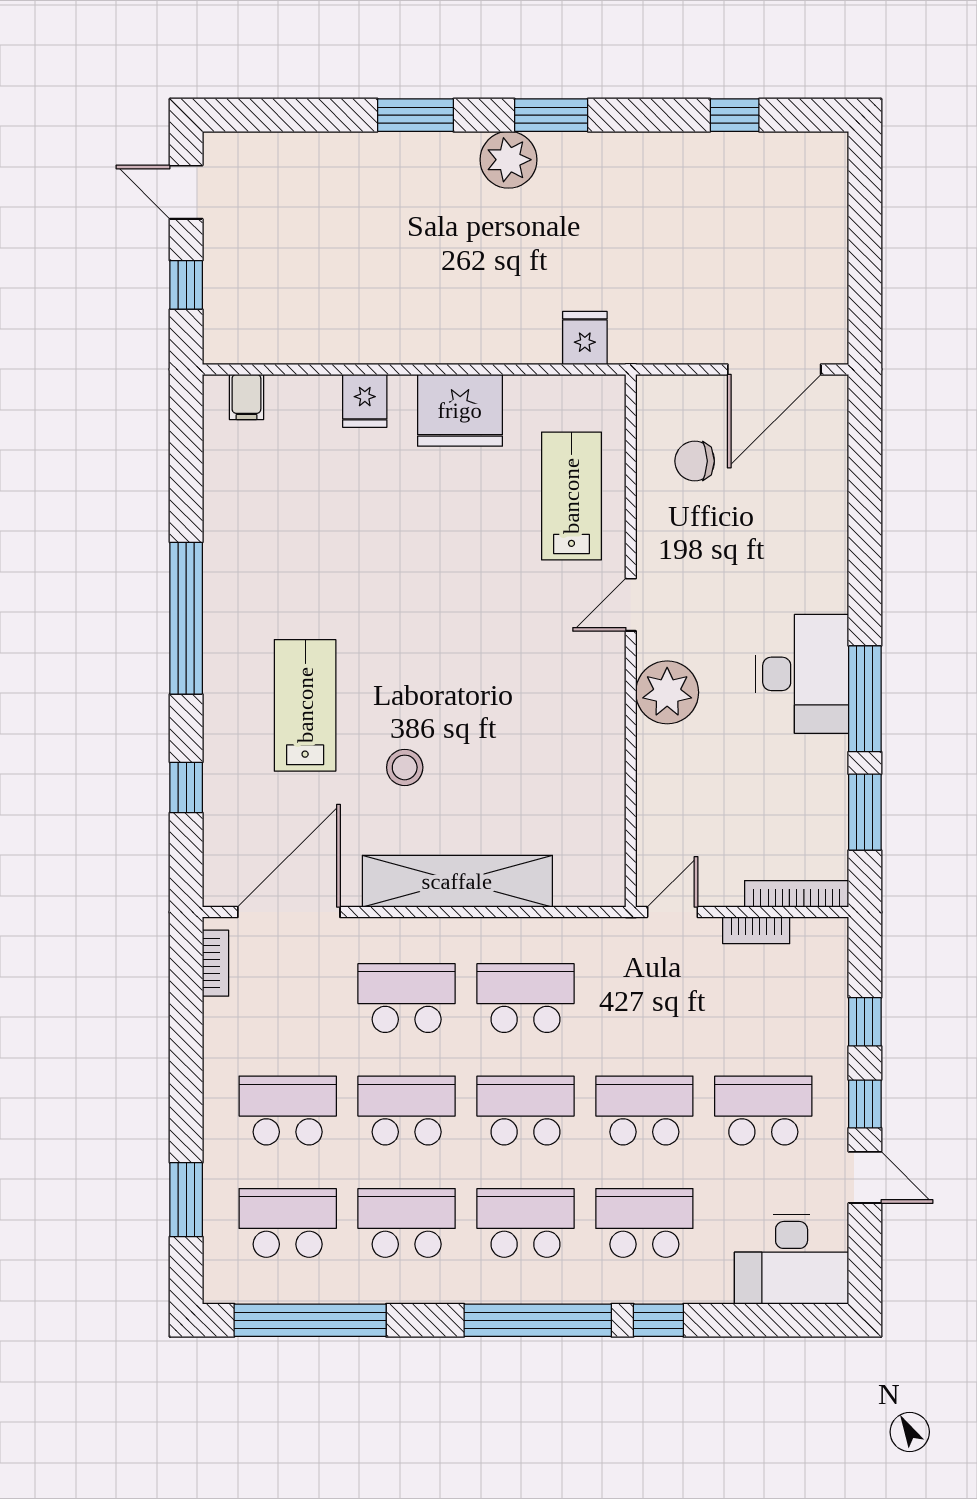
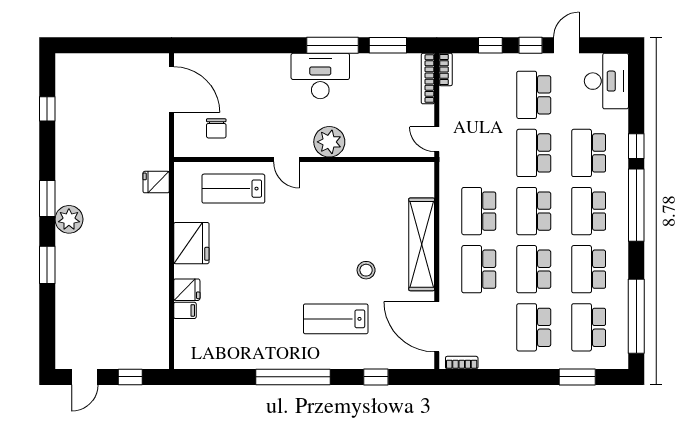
filing cabinet: (246, 397) -> (185, 310), moved
bookcase: (756, 930) -> (446, 69), moved

